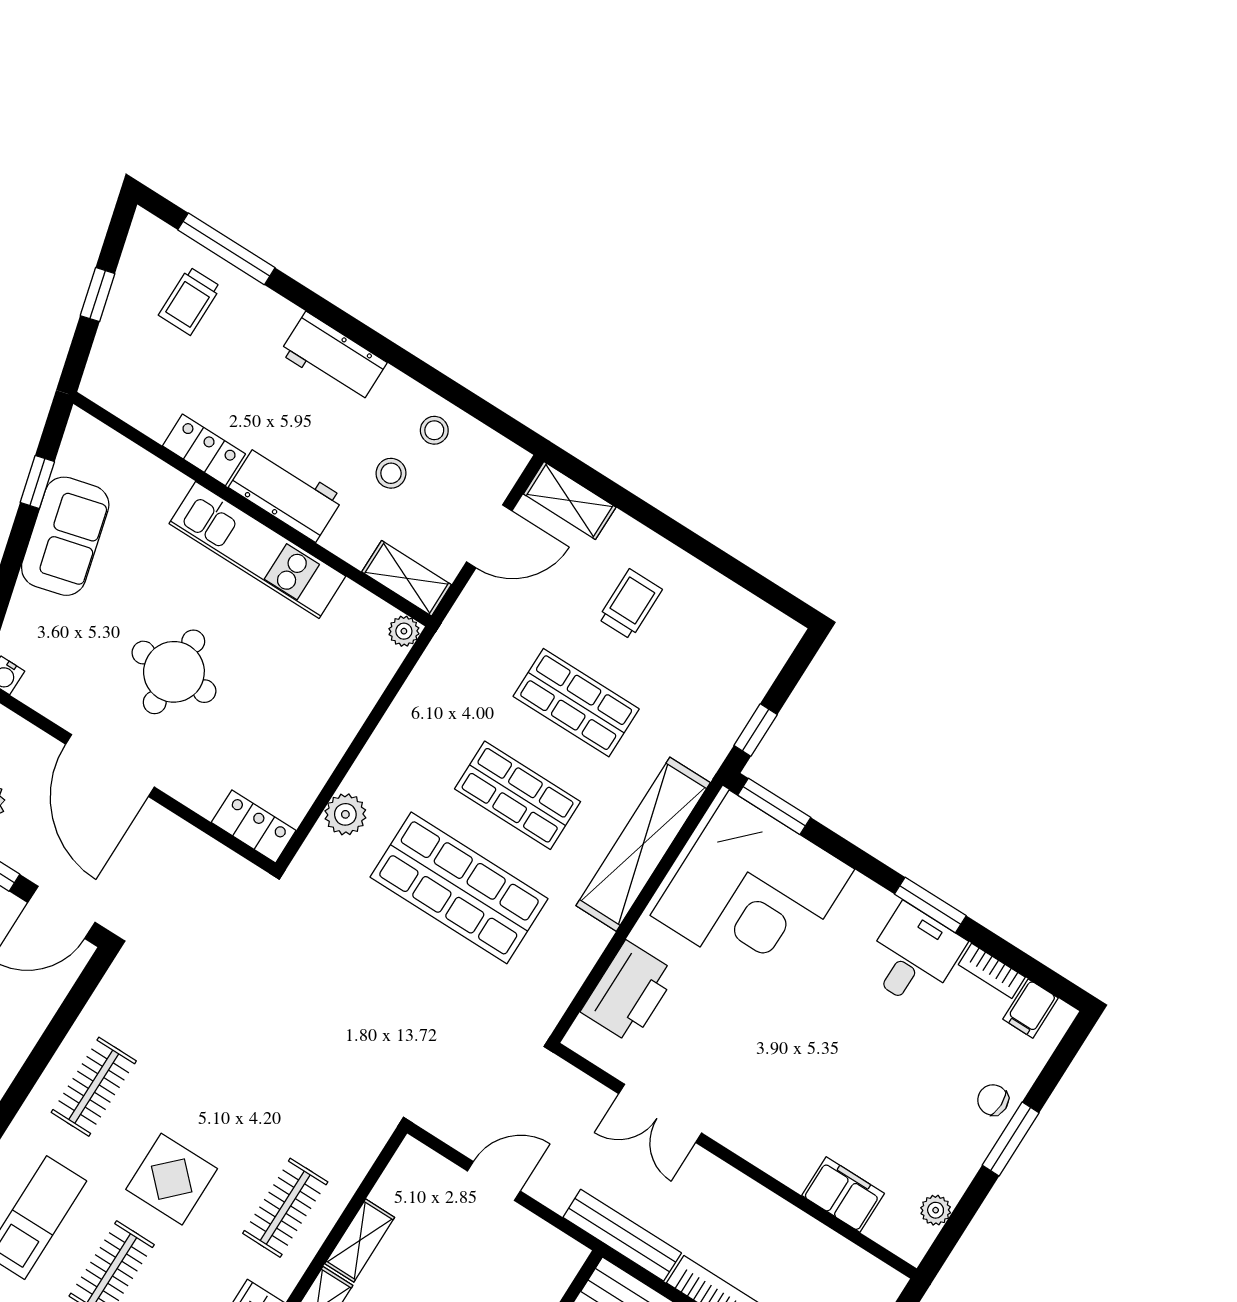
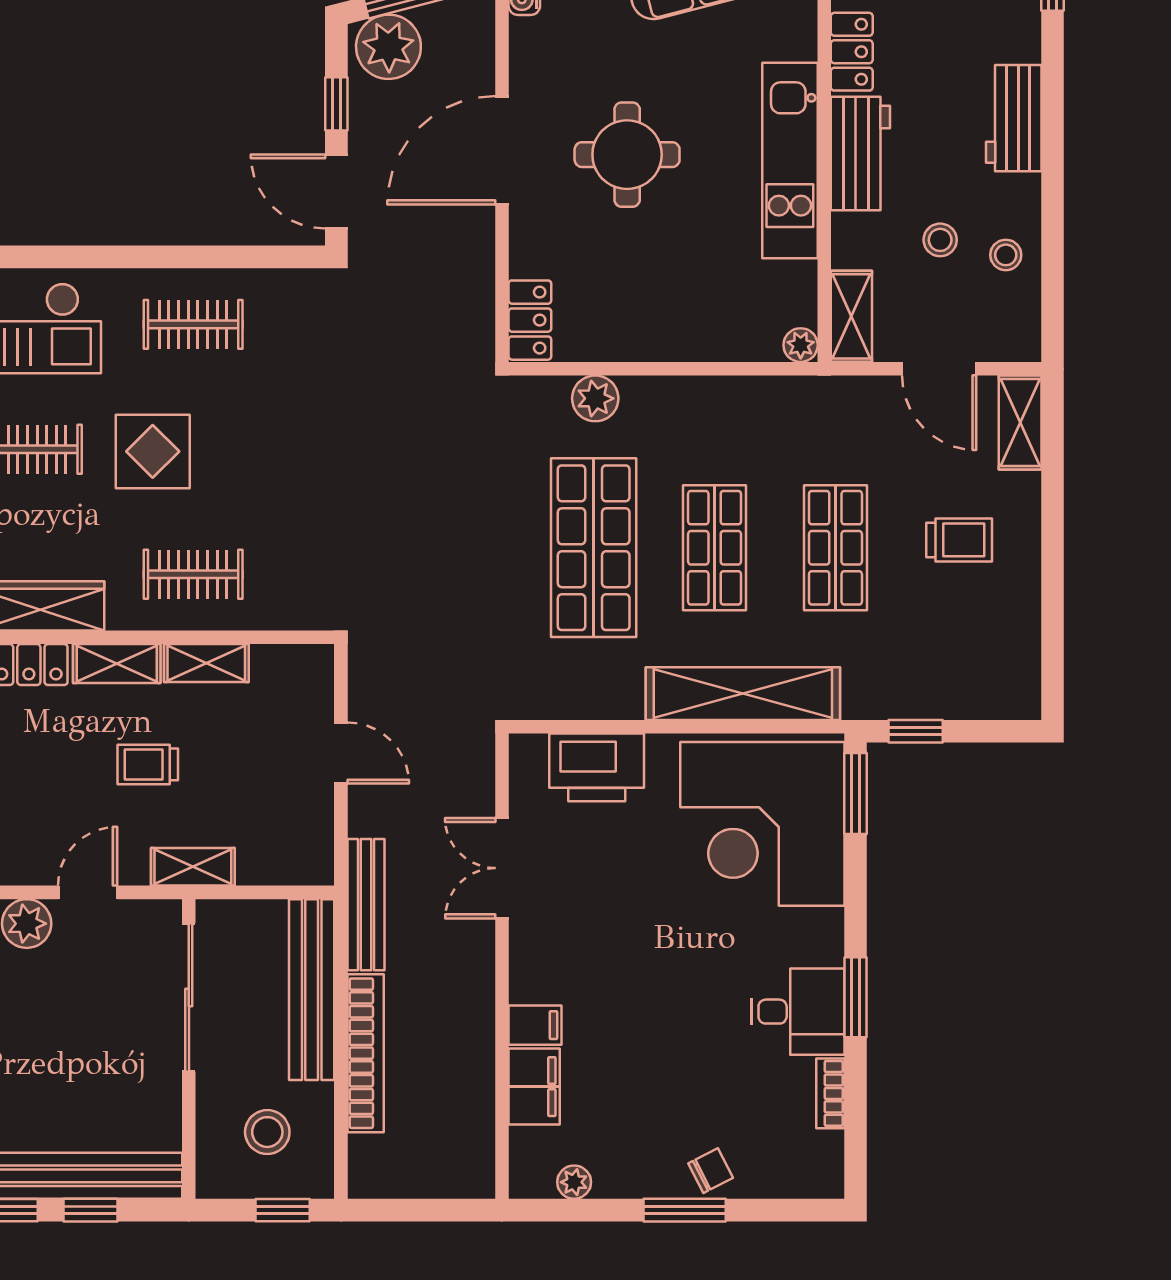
filing cabinet: (1031, 1009) -> (535, 1025), moved, turned 180
chair: (993, 1100) -> (711, 1171), turned 63

